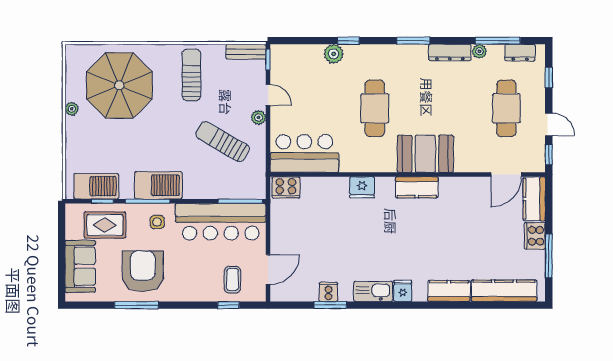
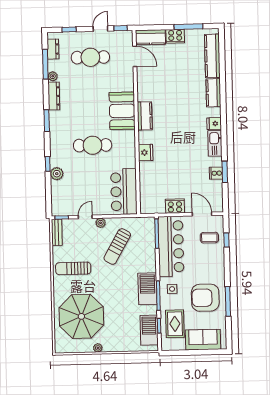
cooker: (286, 188) -> (175, 206), moved, turned -90

